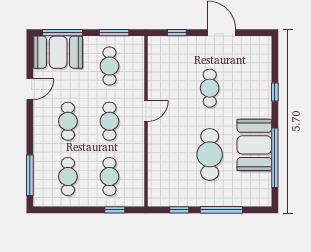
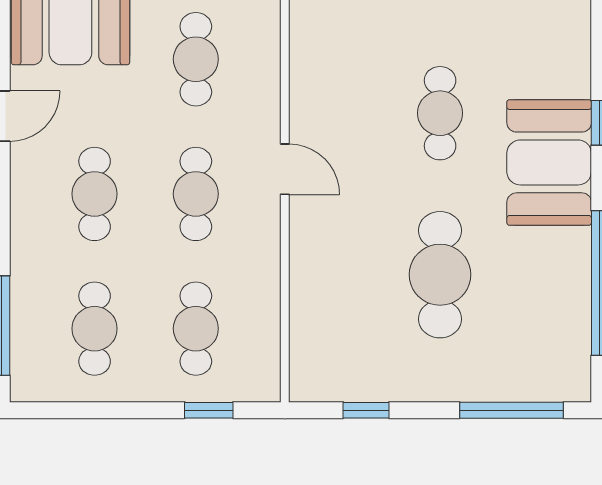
door: (146, 111) -> (285, 169), hinge flipped
booth: (254, 145) -> (549, 162), moved
window: (221, 210) -> (511, 410), moved

